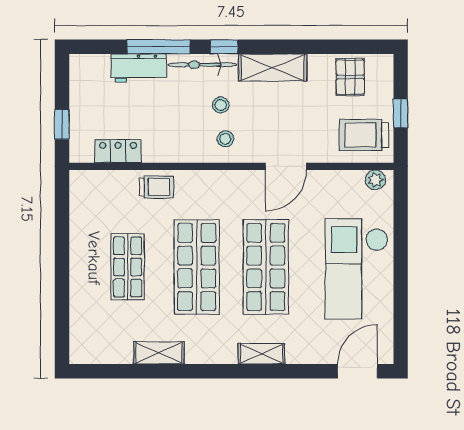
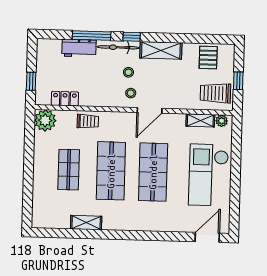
door: (286, 166) -> (150, 110), moved
plant: (87, 188) -> (45, 120), added
shelving: (261, 354) -> (200, 120), moved

